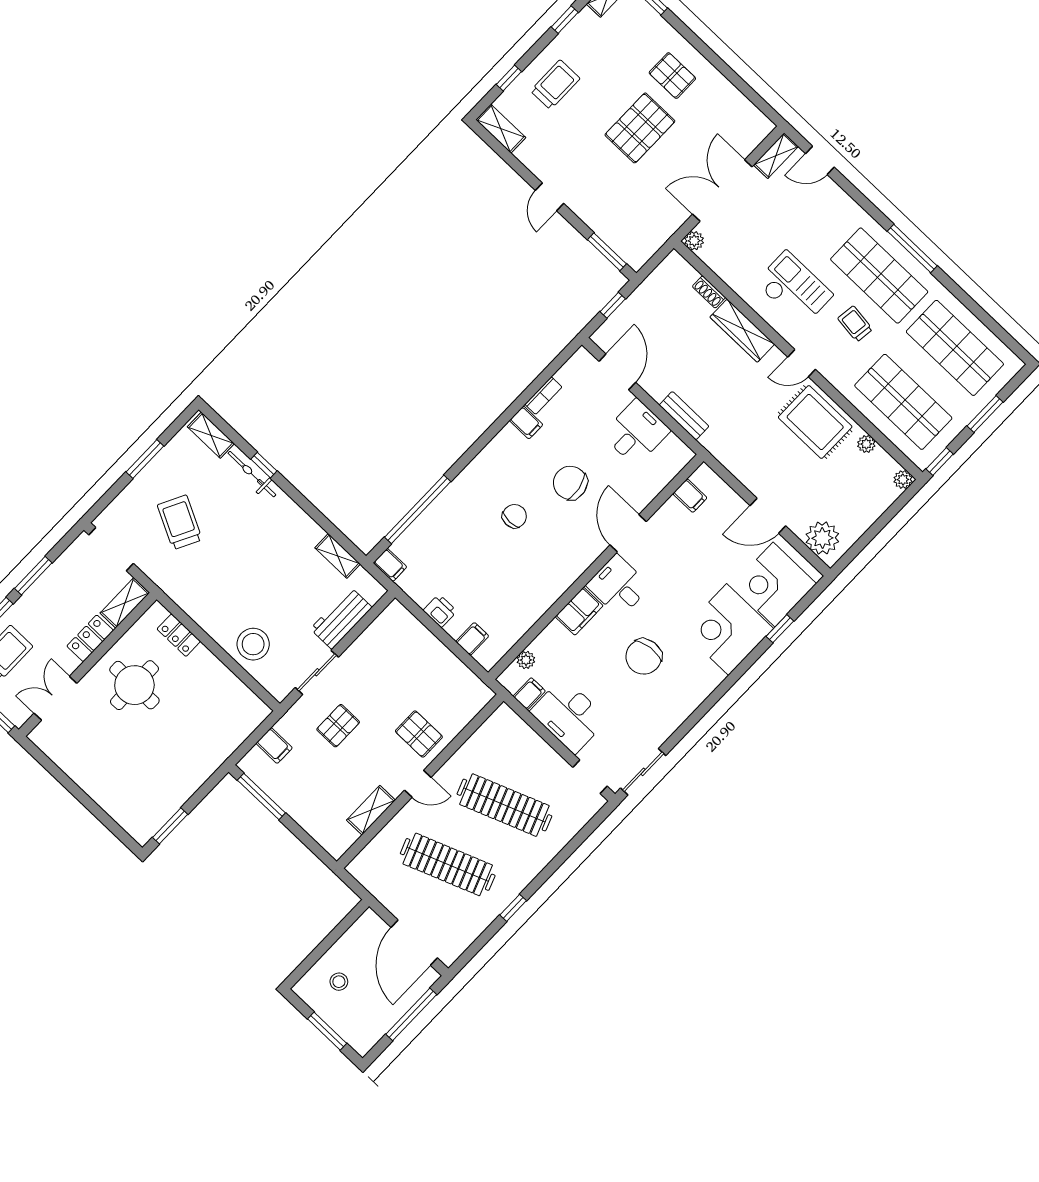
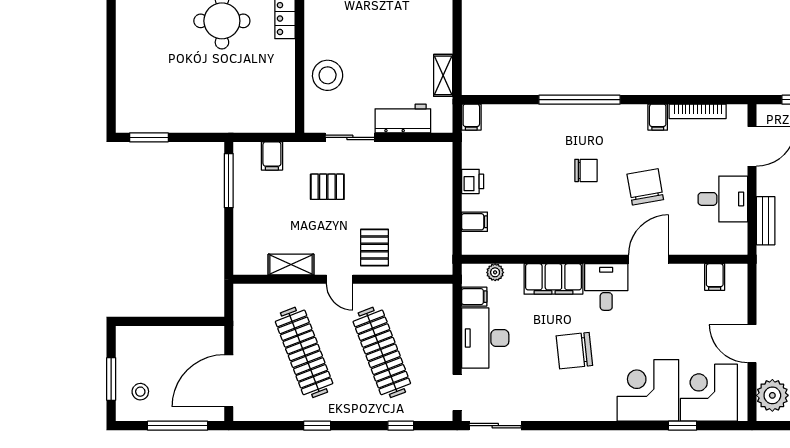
bookcase: (543, 396) -> (698, 111), width x1.56
window: (418, 509) -> (579, 100), moved
filing cabinet: (579, 611) -> (553, 279), width x1.50, depth x1.17
window: (574, 844) -> (401, 426), added
stool: (339, 982) -> (140, 392), moved

